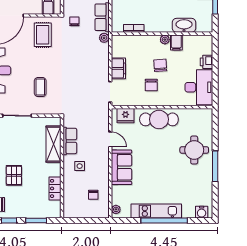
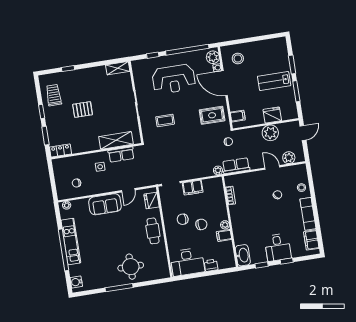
washbasin: (184, 25) -> (243, 255), moved
cafe table: (159, 119) -> (153, 231), width x0.73, depth x0.74
locker: (55, 188) -> (60, 150), moved

